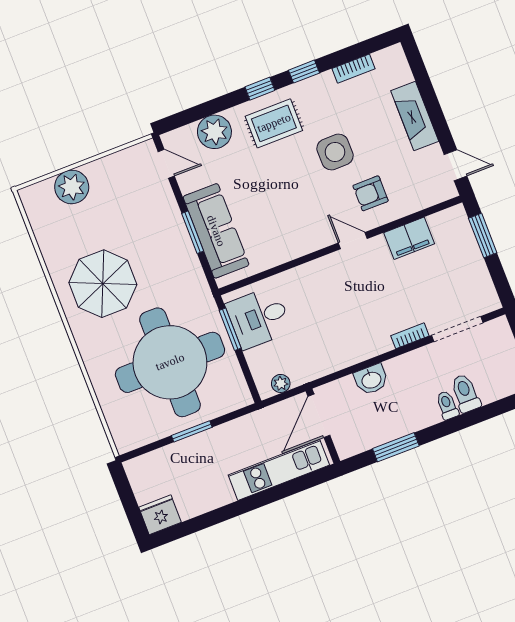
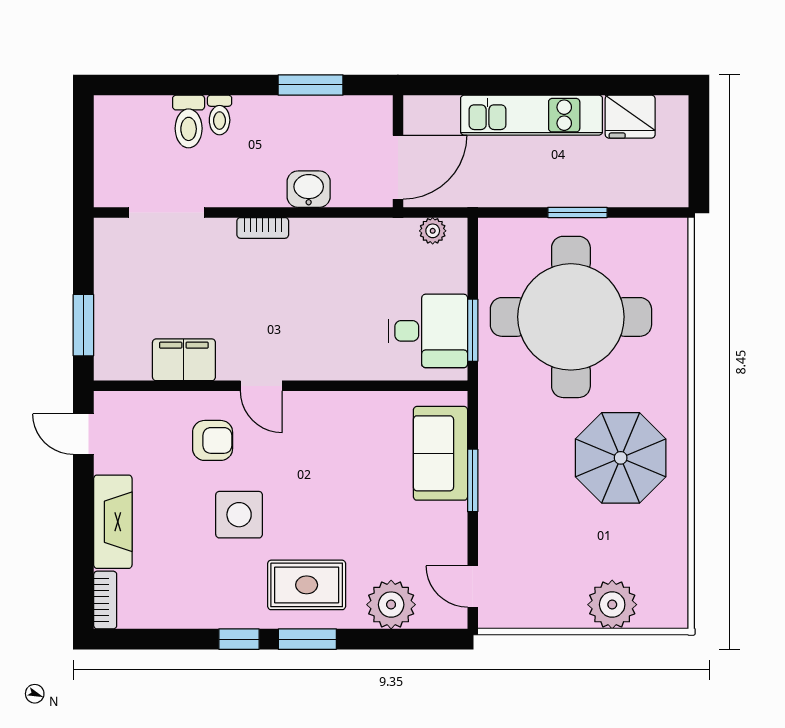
bookcase: (353, 69) -> (105, 600), moved, turned 90
window: (260, 89) -> (307, 639), width x1.50
sofa: (216, 231) -> (440, 453), width x0.73
bookcase: (410, 336) -> (263, 228), moved
kitchen unit: (279, 470) -> (532, 115), moved
fridge: (160, 515) -> (630, 117), moved

